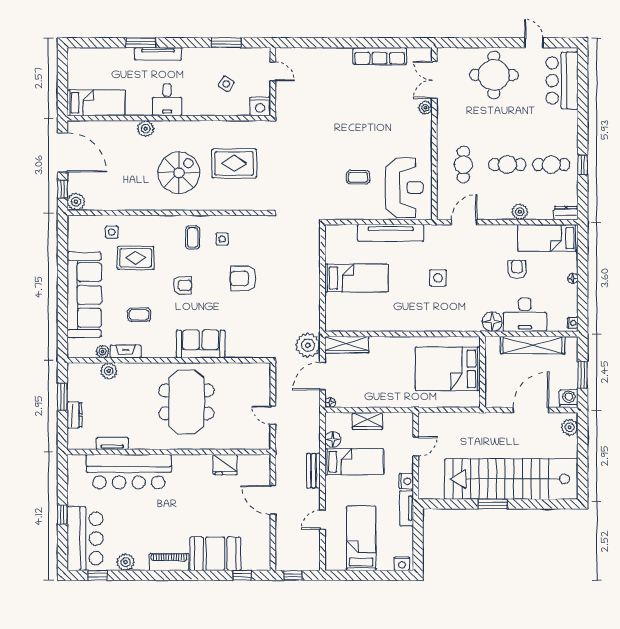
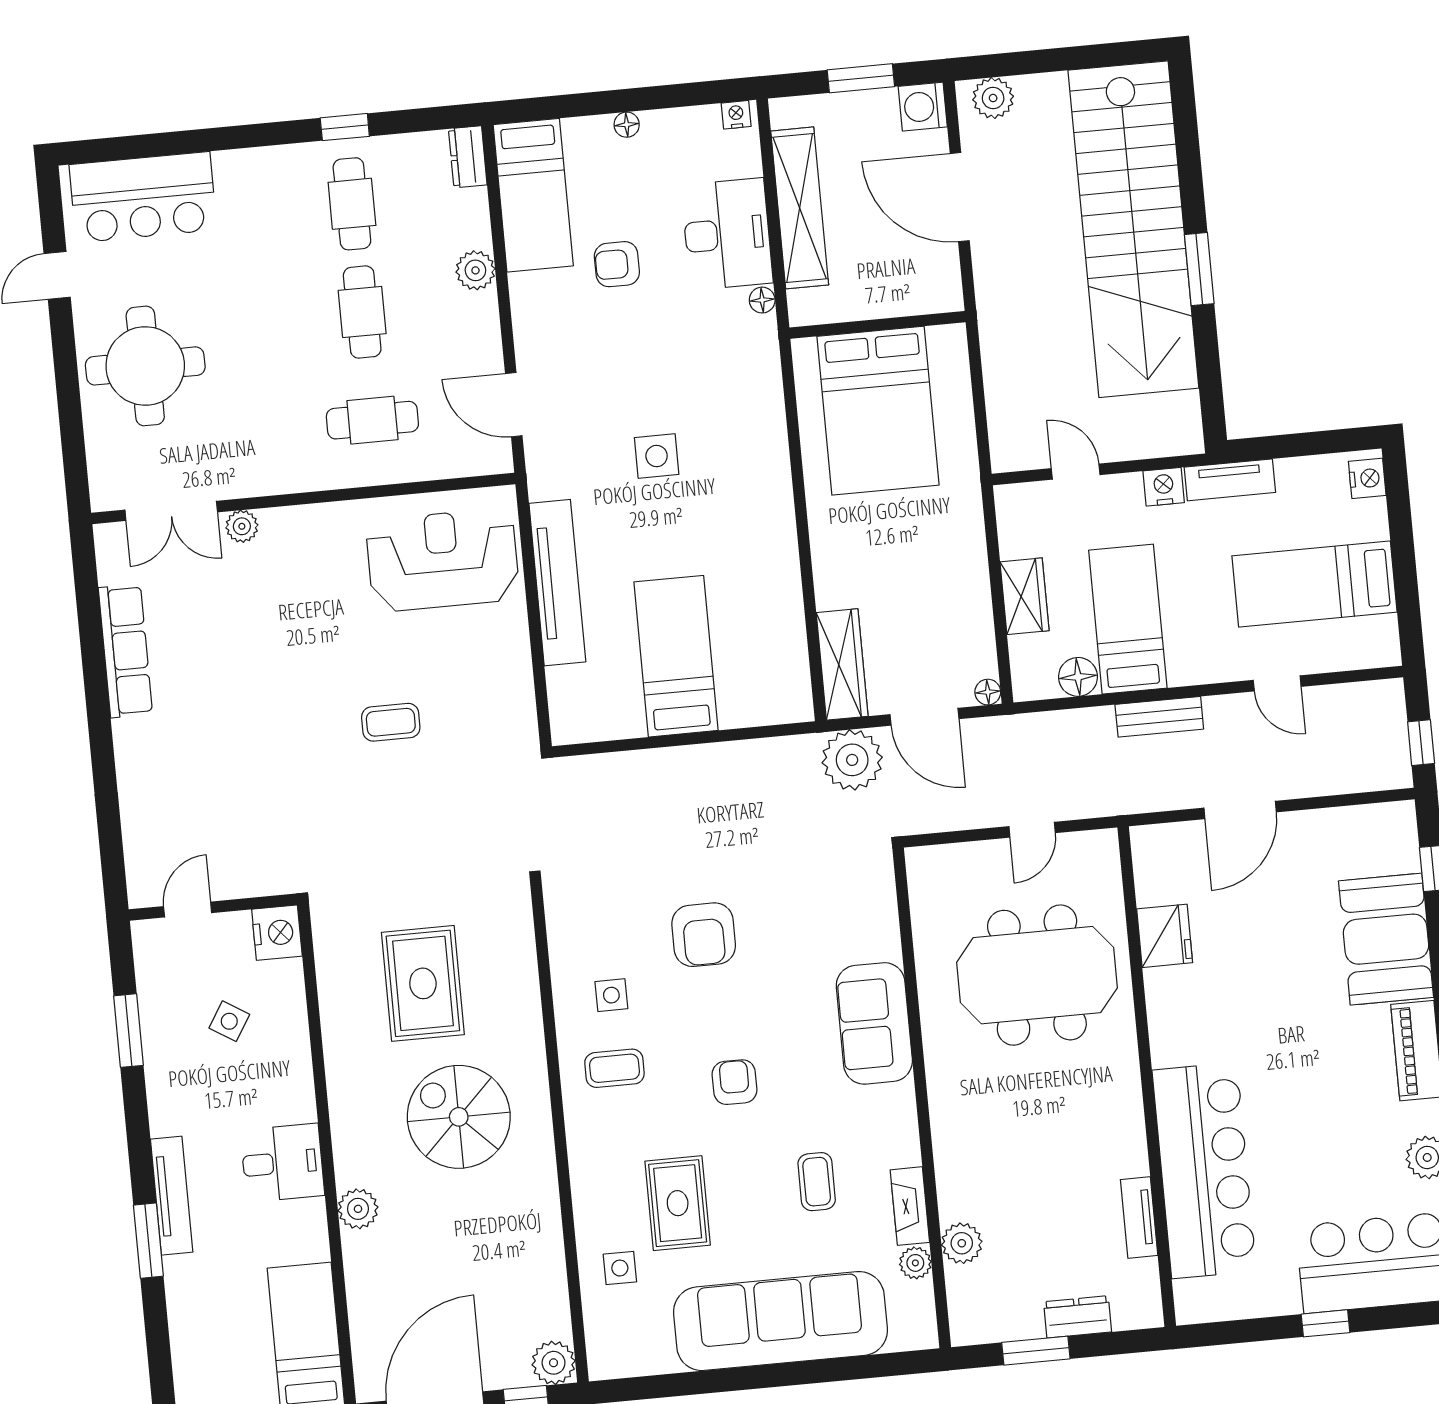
coffee table: (358, 177) -> (391, 722), moved, turned 90
floor lamp: (492, 322) -> (762, 300), width x0.53, depth x0.53
meeting table: (186, 402) -> (1037, 975), moved

